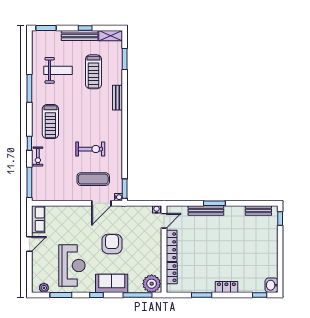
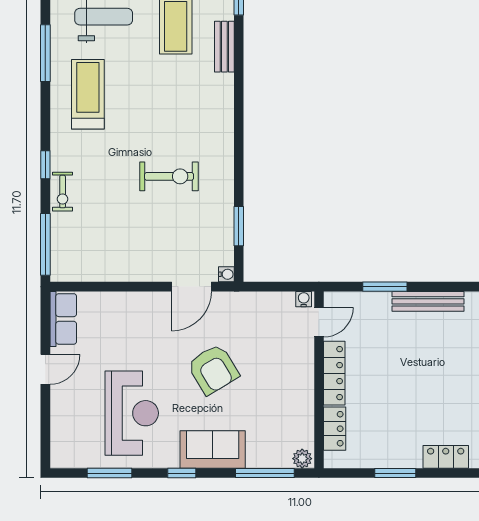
bench: (117, 98) -> (224, 47), moved
treadmill: (50, 122) -> (88, 94), moved, turned 180
exercise mat: (93, 179) -> (175, 237), removed
window: (125, 189) -> (239, 226), moved
window: (214, 203) -> (385, 287), moved
bench: (206, 211) -> (428, 301), moved
armchair: (112, 244) -> (213, 369), turned 149
plant: (152, 284) -> (302, 459), width x0.53, depth x0.53
plant: (44, 288) -> (75, 458), removed

